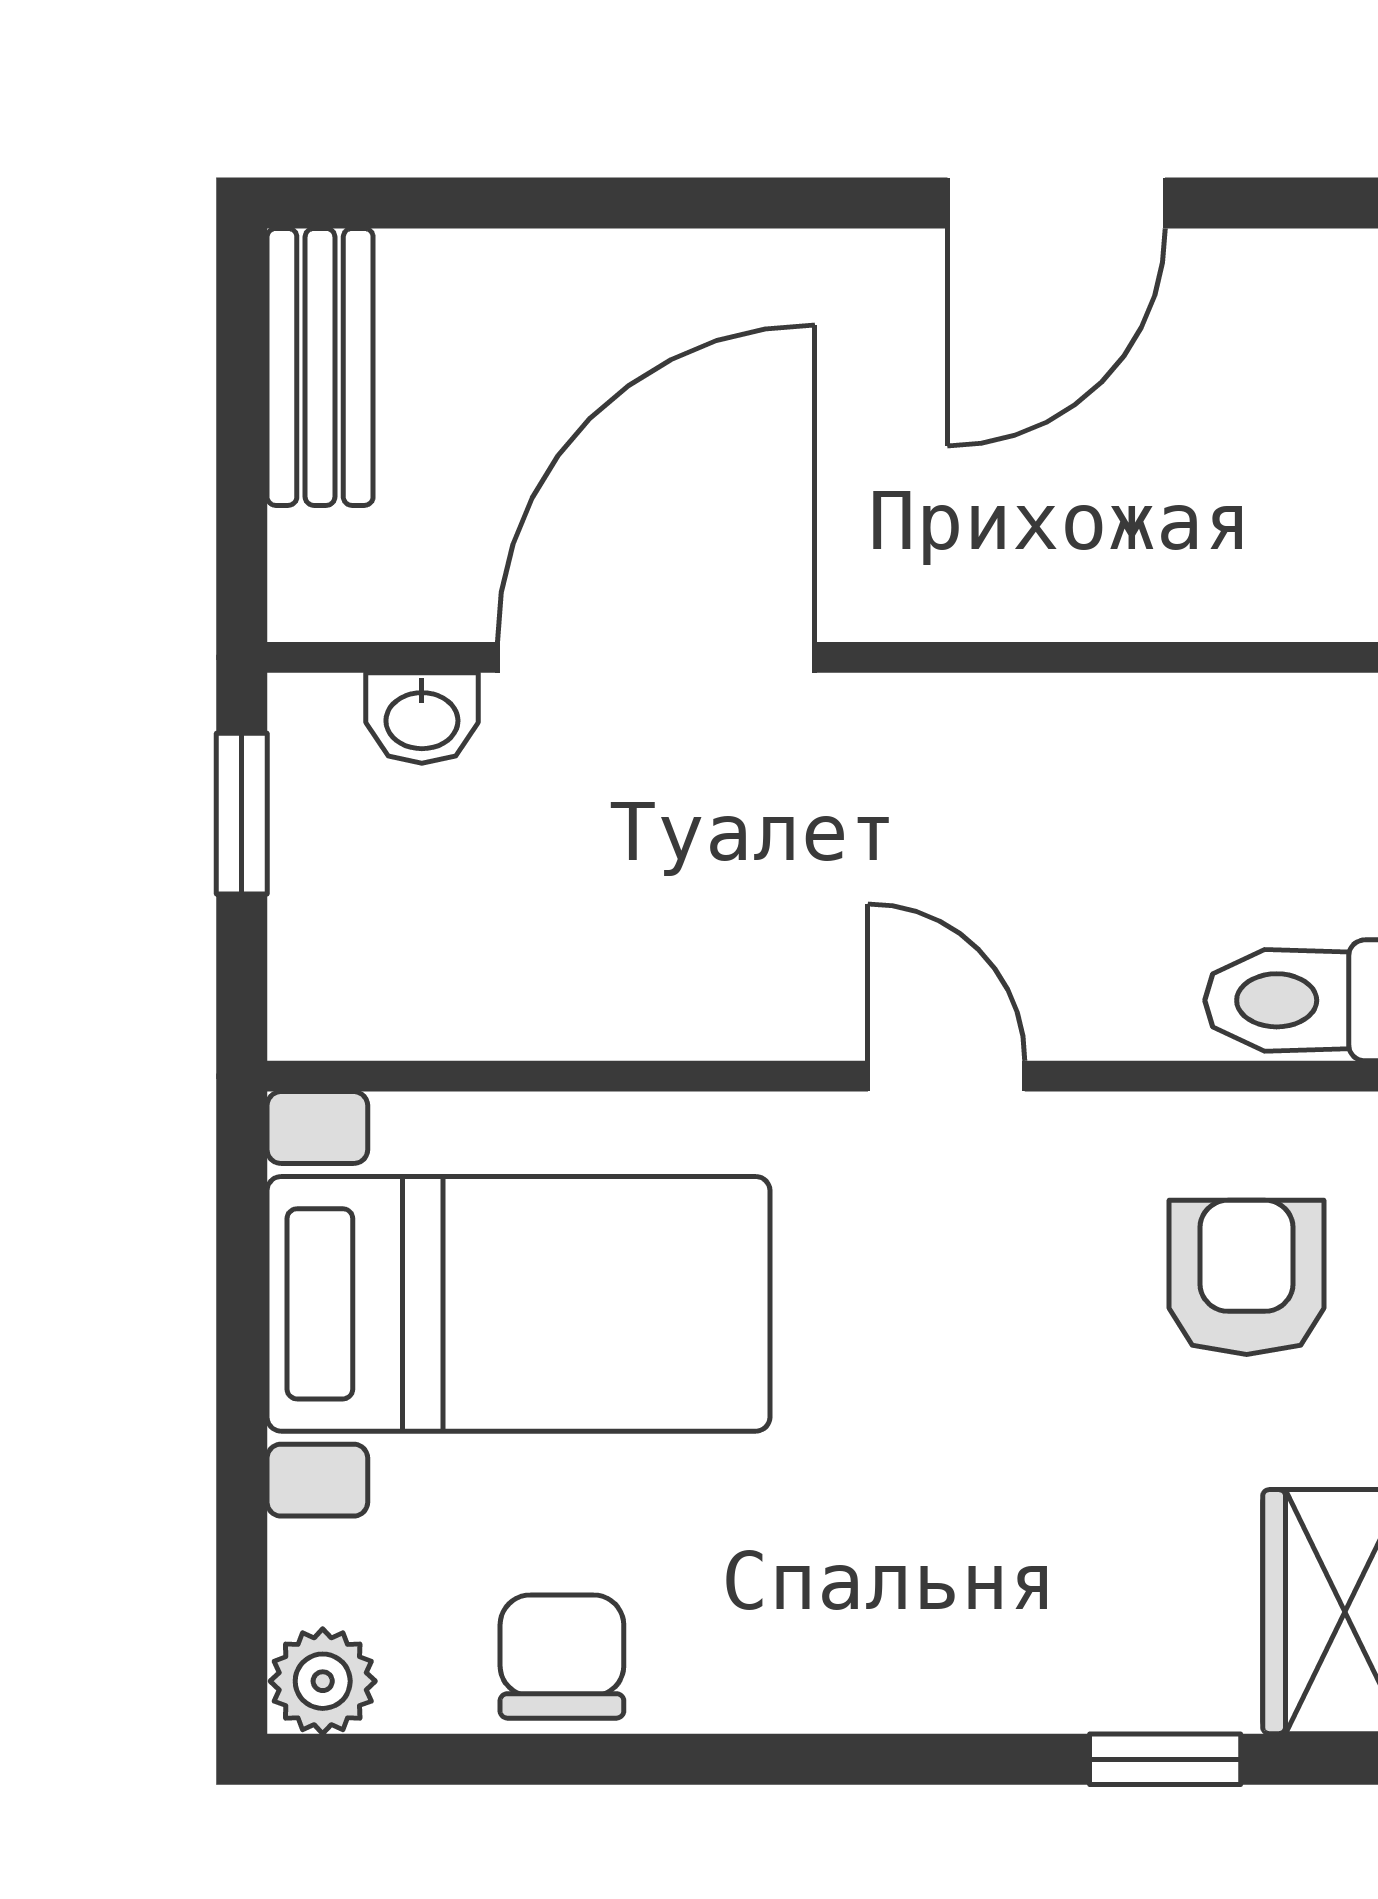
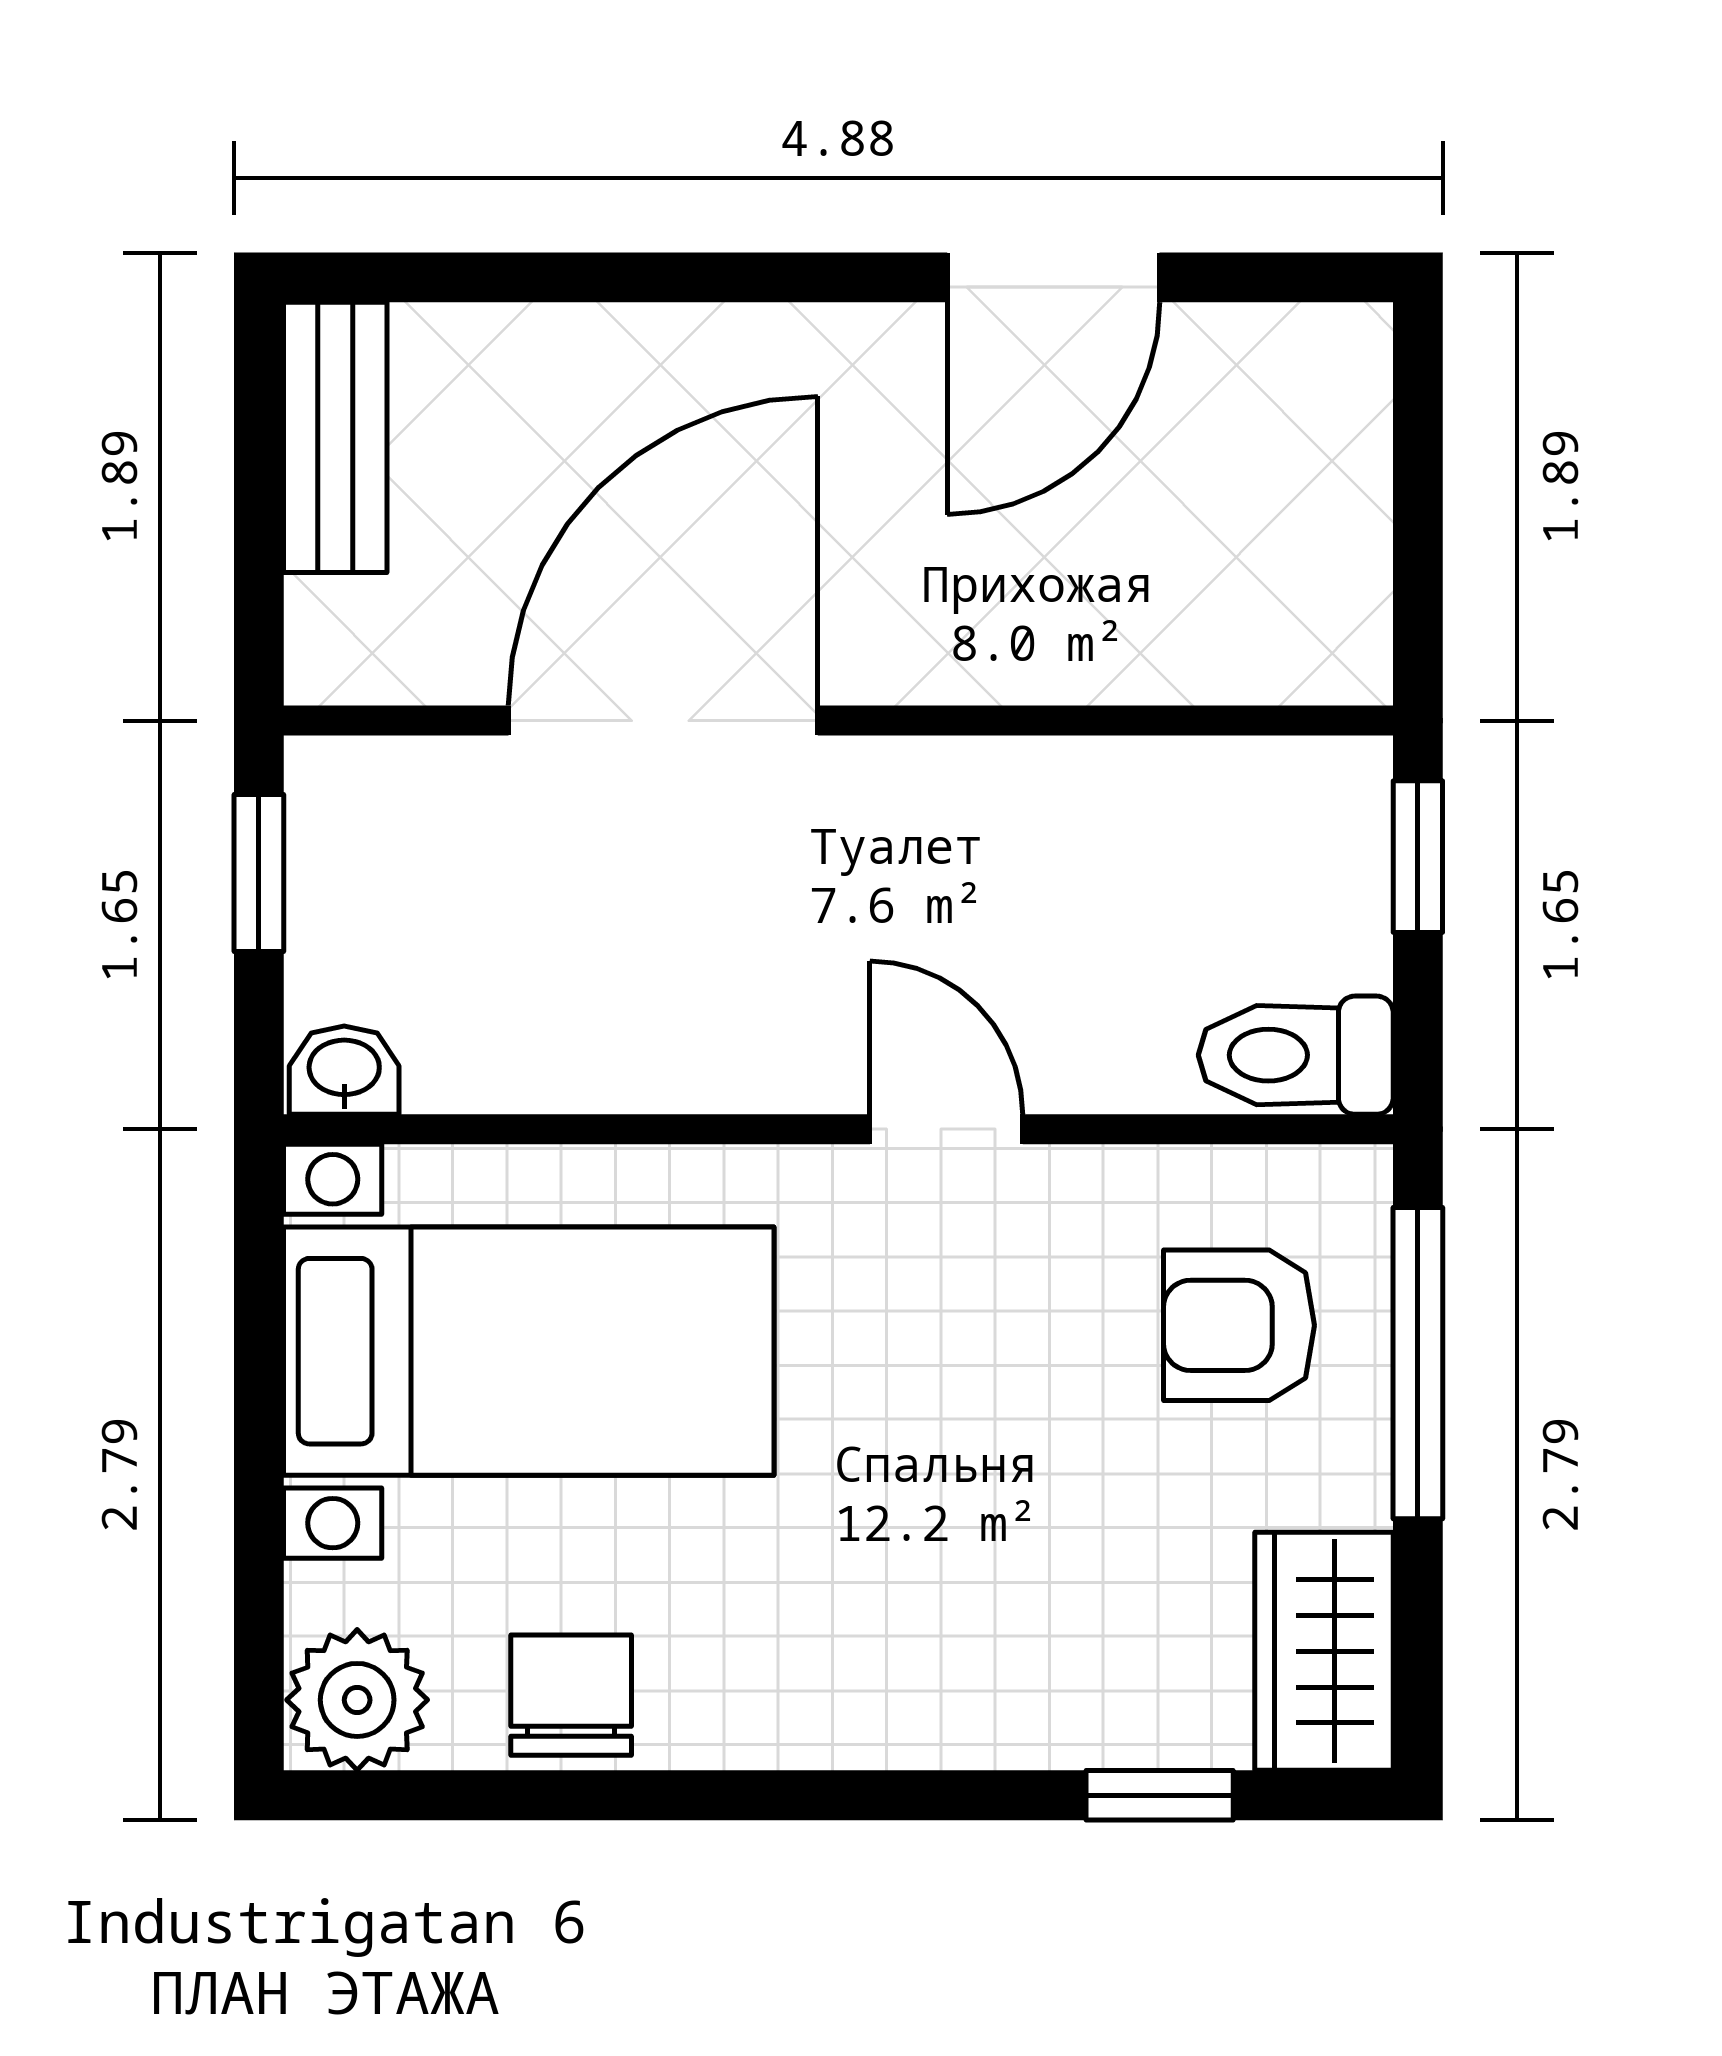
washbasin: (422, 718) -> (344, 1070), moved, turned 180
armchair: (1247, 1277) -> (1239, 1325), turned -90
plant: (323, 1681) -> (357, 1700), width x1.38, depth x1.38

